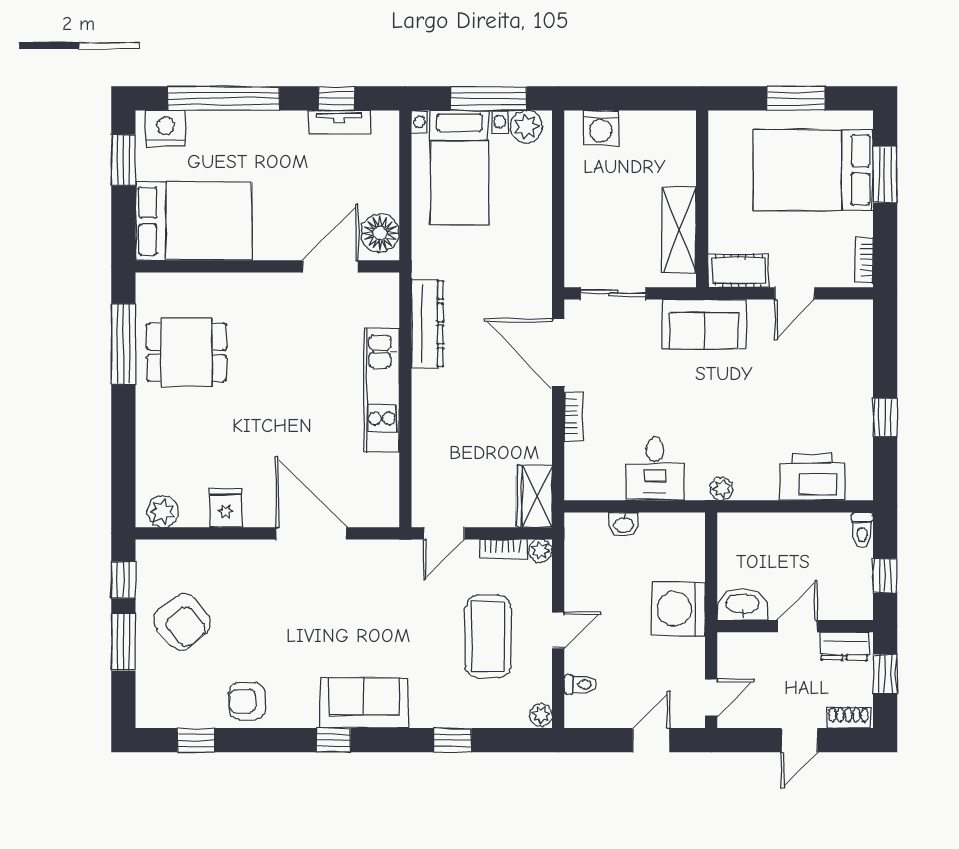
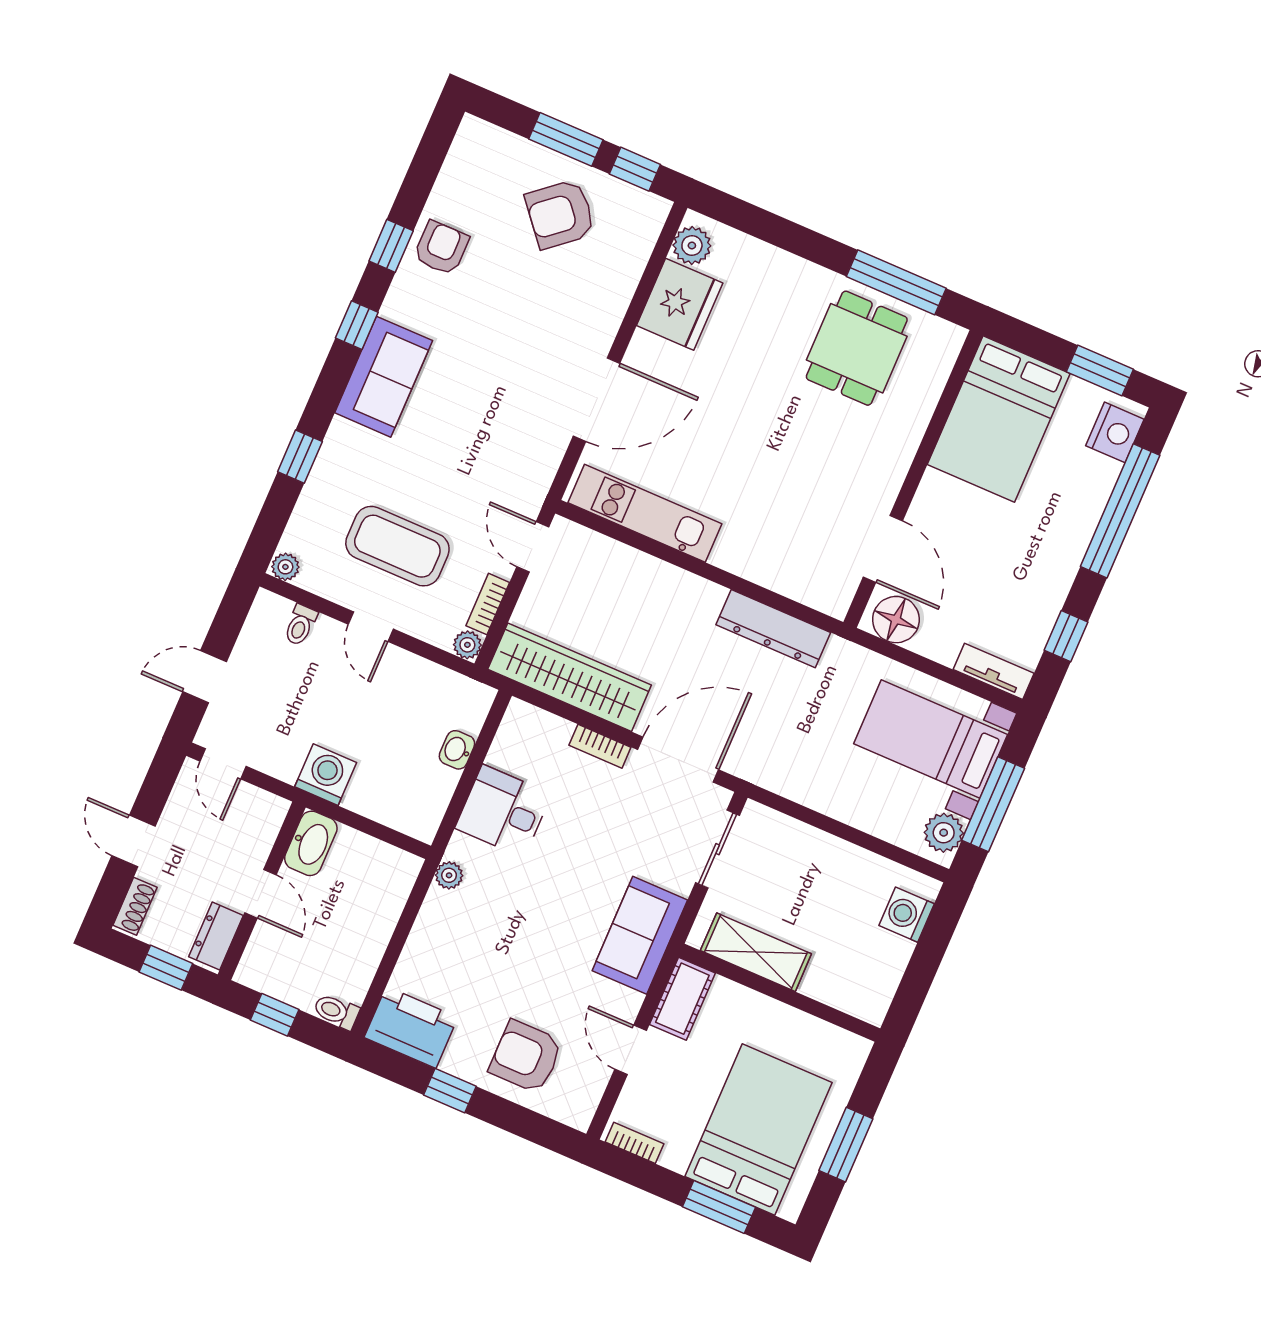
tv unit: (339, 122) -> (994, 671), moved, turned 90
armchair: (834, 371) -> (526, 1057), added
kitchen unit: (382, 390) -> (645, 513), moved
printer: (812, 477) -> (411, 1027), moved, turned -90
wardrobe: (534, 496) -> (570, 677), width x2.10, depth x1.17
fridge: (226, 508) -> (680, 304), width x1.88, depth x1.34
washing machine: (678, 609) -> (326, 775), width x0.73, depth x0.73
window: (196, 740) -> (391, 246), moved
door: (651, 740) -> (205, 677), swing flipped

